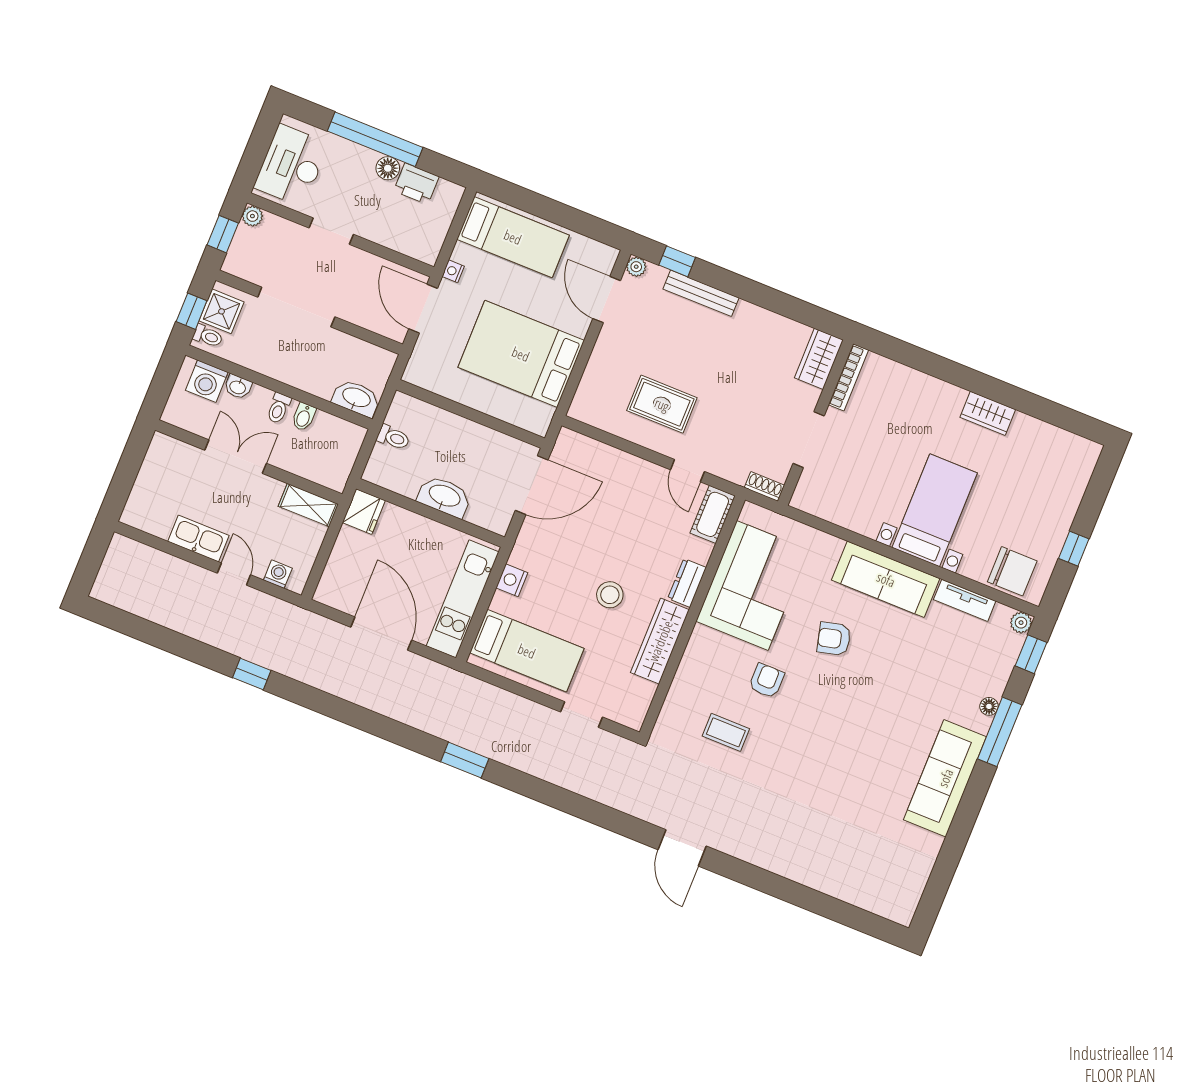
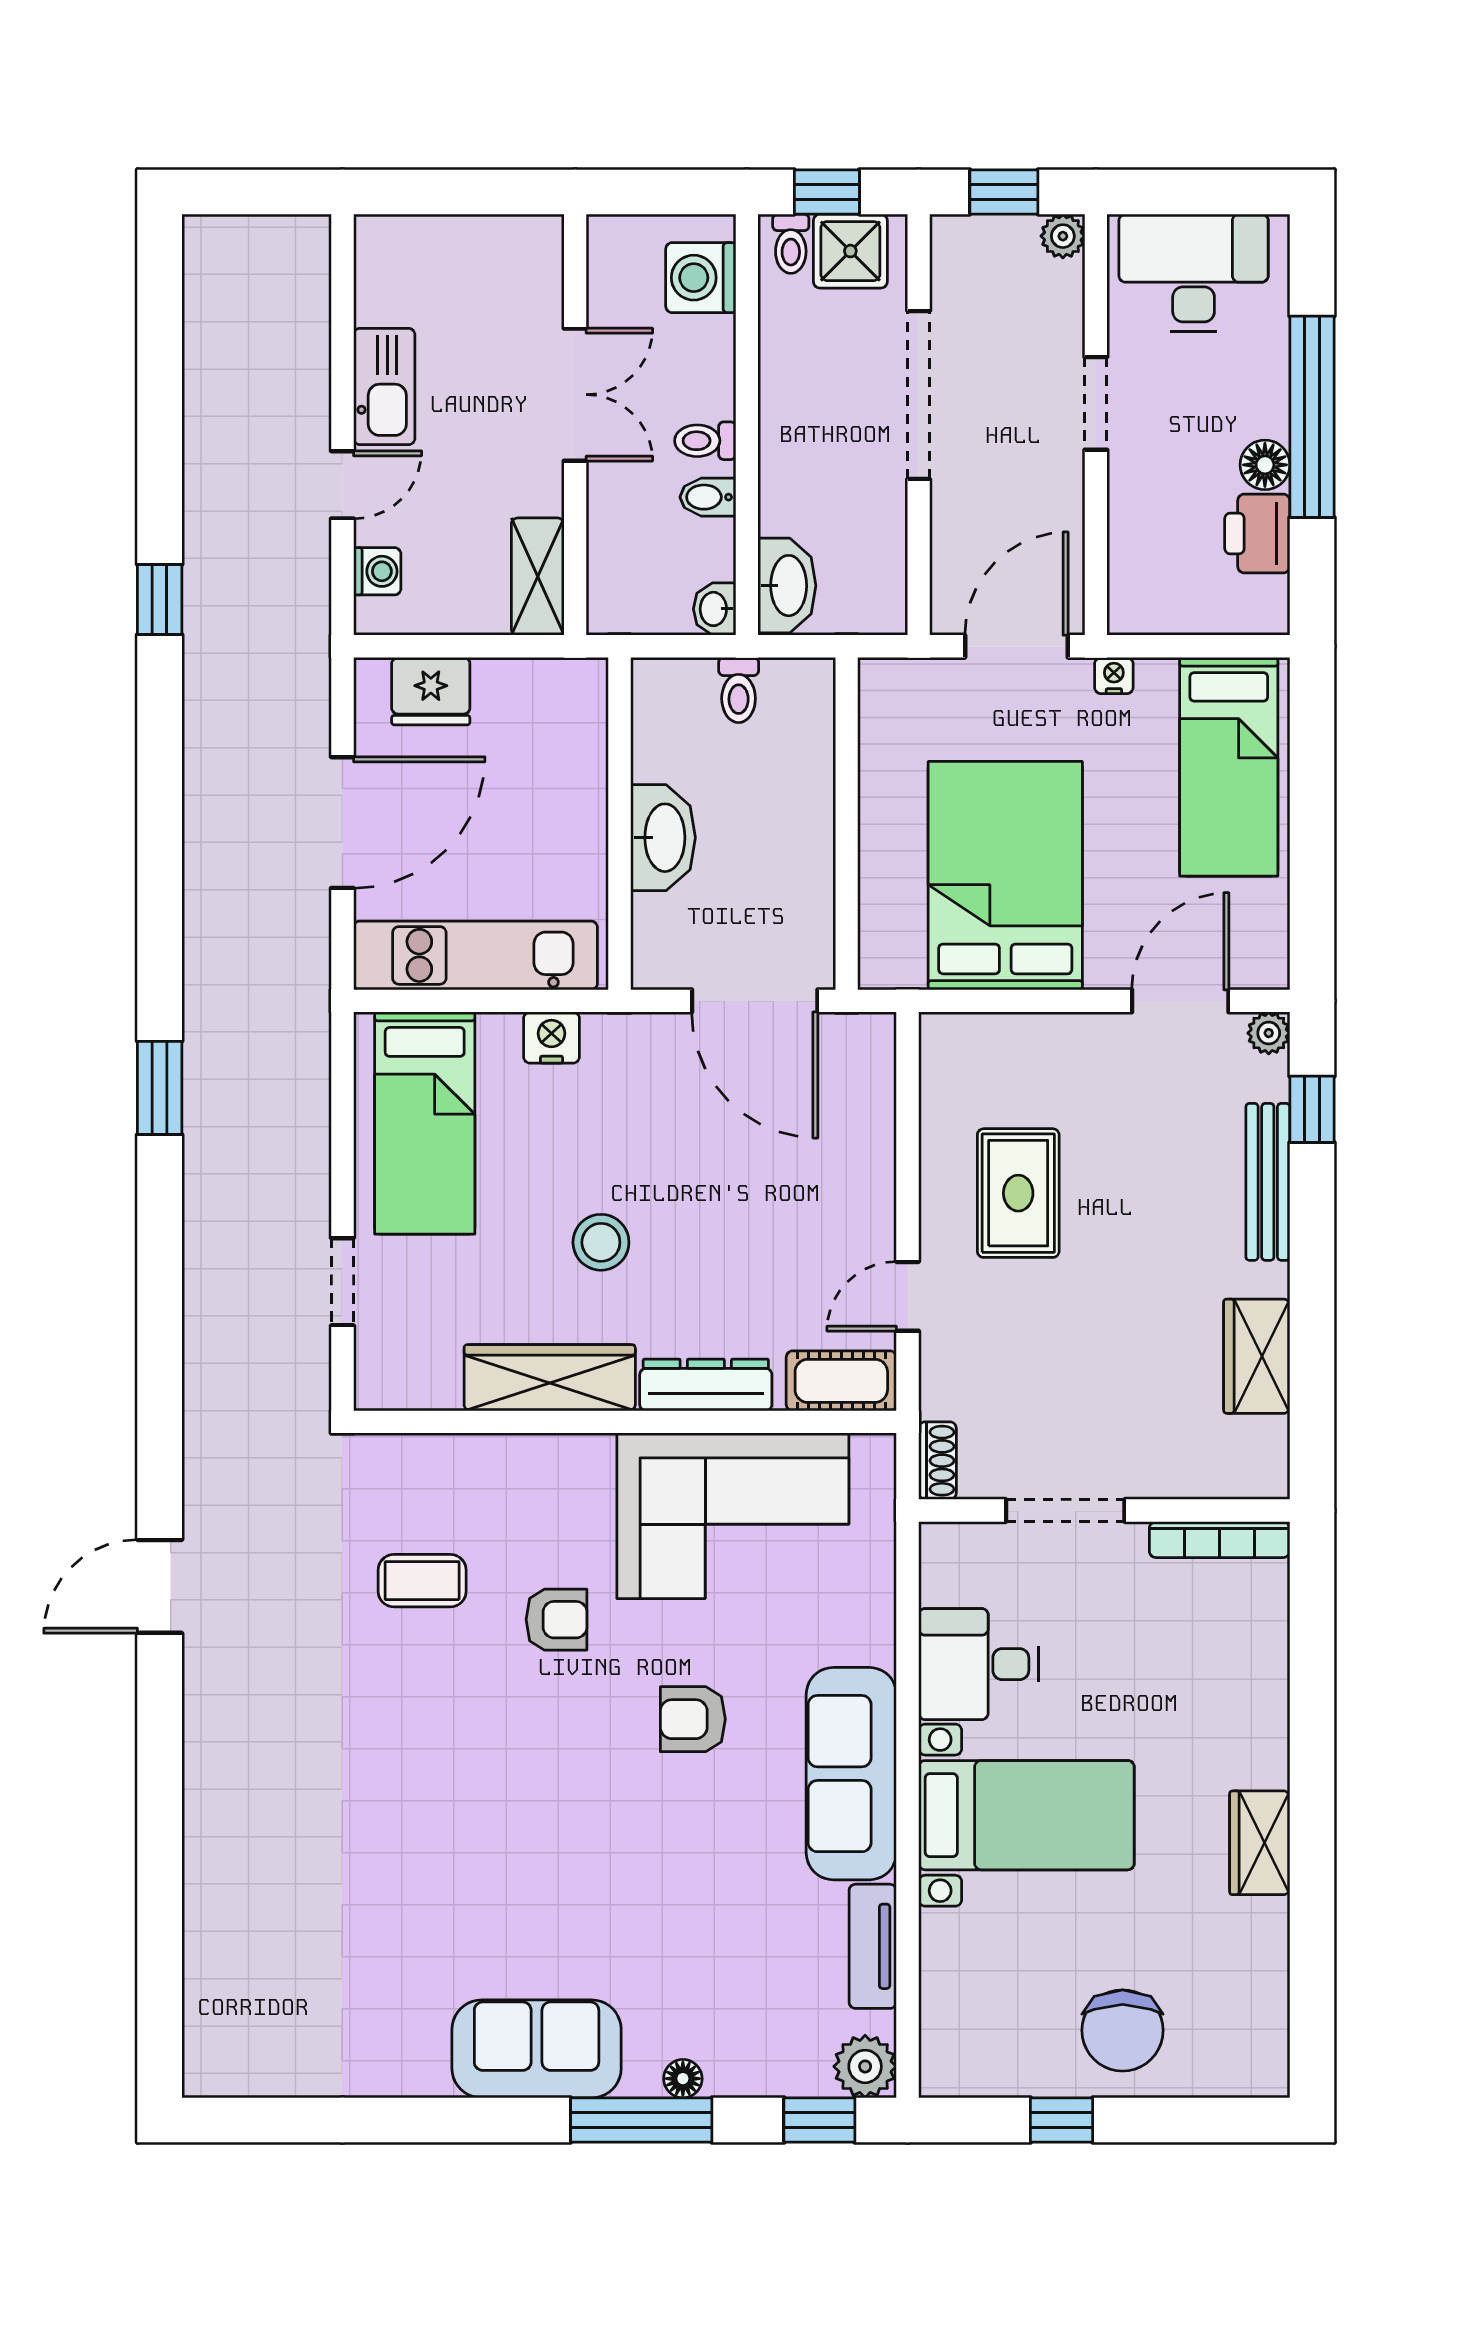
wardrobe: (819, 359) -> (1257, 1356), moved, turned -90
washbasin: (238, 387) -> (715, 609), moved
desk: (860, 504) -> (979, 1664), added
fridge: (364, 512) -> (431, 691), moved
chair: (1012, 571) -> (1123, 2030), moved
dresser: (687, 583) -> (706, 1385), width x1.44
plant: (1021, 623) -> (865, 2066), width x1.38, depth x1.38
armchair: (834, 639) -> (693, 1719), turned -76
coffee table: (726, 732) -> (422, 1581), turned 90
sofa: (945, 778) -> (537, 2049), width x0.73

